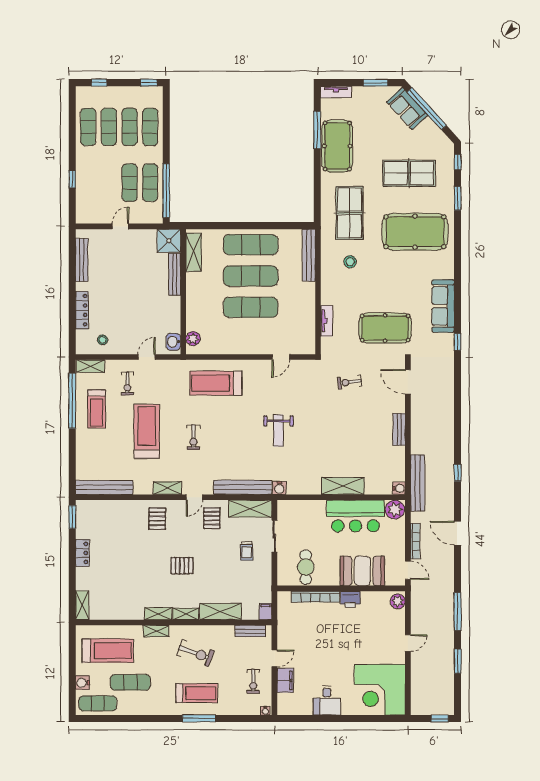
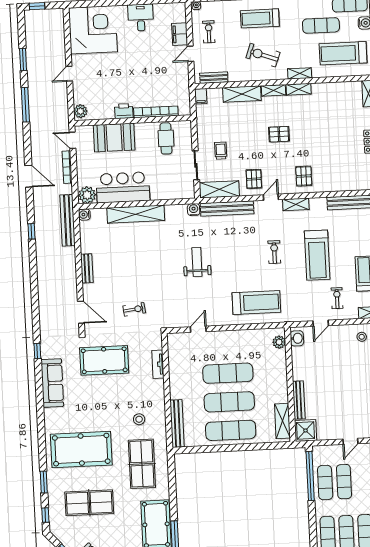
shelving: (343, 486) -> (136, 214), width x1.47

